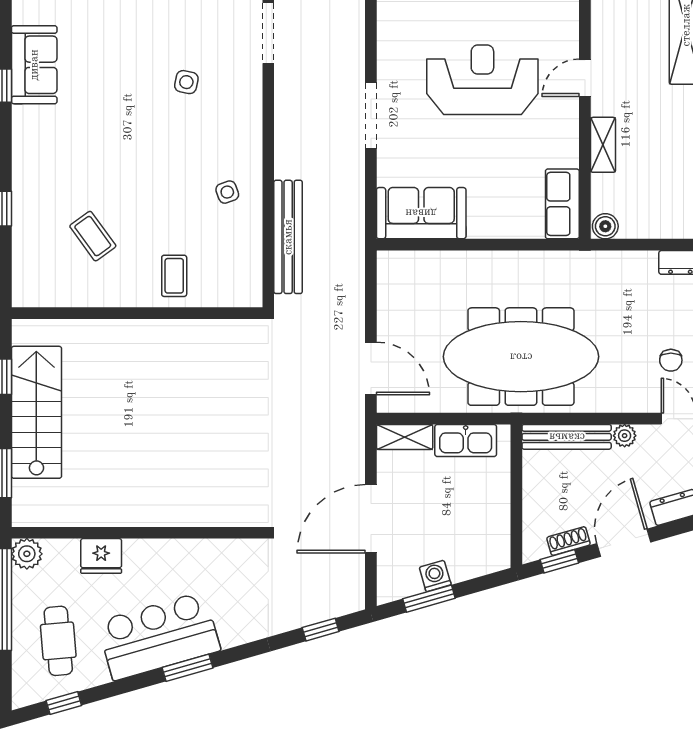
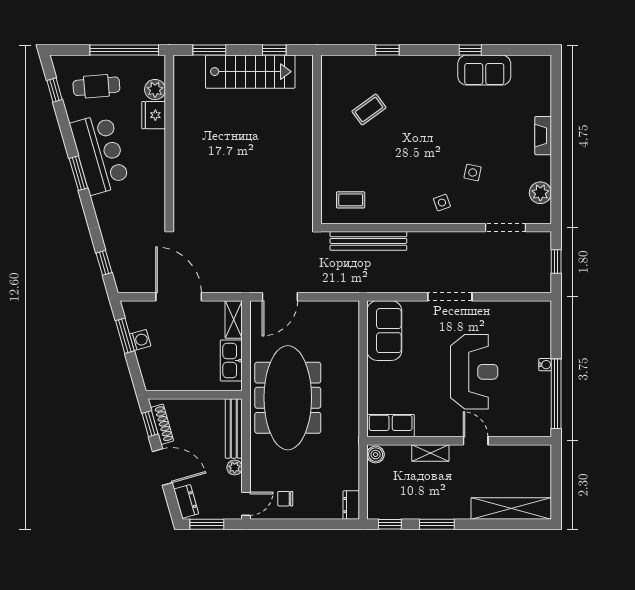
side table: (227, 192) -> (442, 203), moved
coffee table: (174, 276) -> (351, 200), moved
shoe rack: (568, 541) -> (162, 424), width x1.43
plant: (27, 554) -> (155, 90), moved

